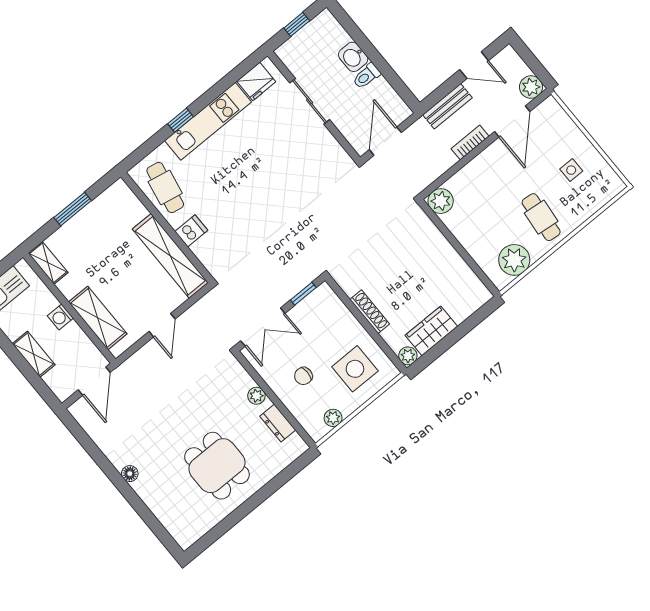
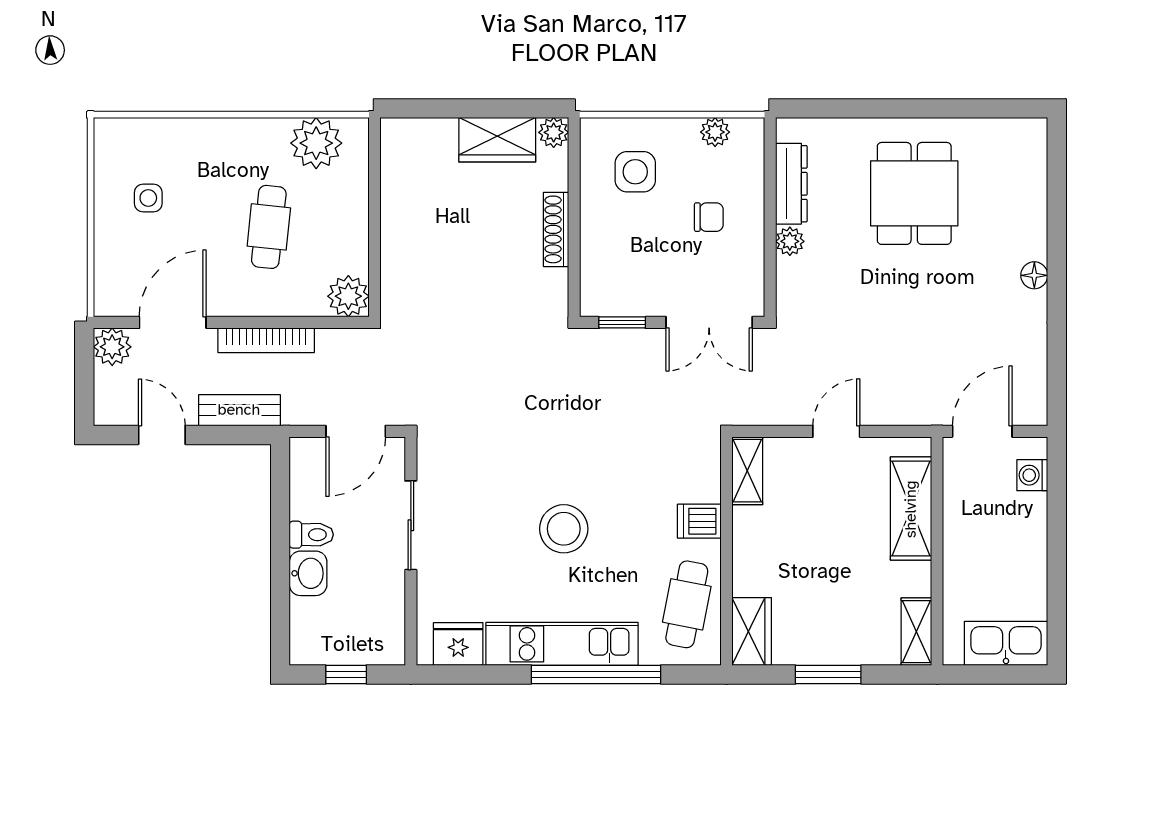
sliding door: (310, 101) -> (411, 525), moved
window: (181, 120) -> (596, 674), width x3.17
bookcase: (470, 142) -> (266, 340), width x1.56
stool: (251, 175) -> (564, 529), added
wardrobe: (125, 200) -> (752, 631), added
cafe table: (541, 217) -> (269, 227), moved
shelving: (170, 256) -> (747, 471), width x0.45, depth x0.75
washing machine: (60, 317) -> (1032, 475), moved, turned 180
double door: (263, 327) -> (709, 322), swing flipped
shelving: (34, 354) -> (1031, 530), removed
side table: (355, 369) -> (635, 172), width x0.73, depth x0.73
dresser: (278, 423) -> (791, 184), width x1.44

